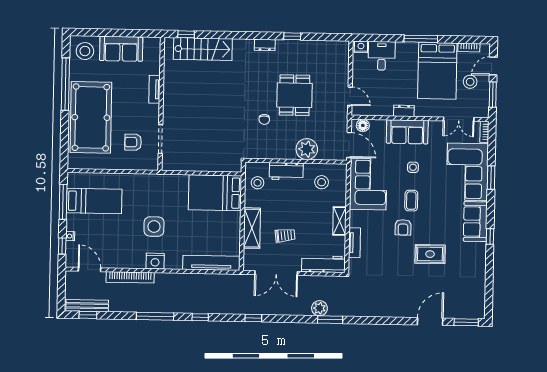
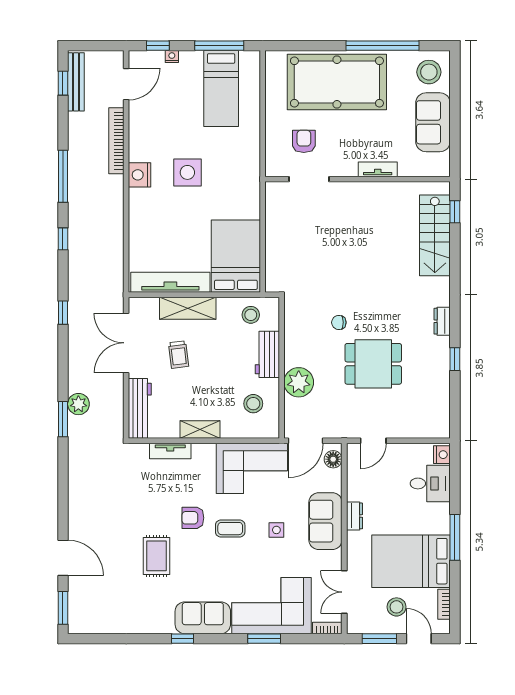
tv unit: (211, 263) -> (170, 282), moved, turned -90

